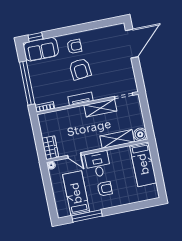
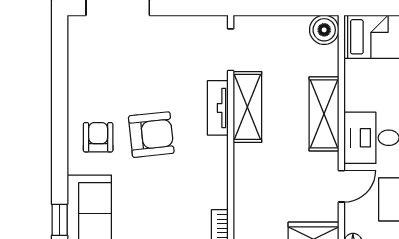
tv unit: (80, 99) -> (218, 108), moved
shelving: (117, 139) -> (324, 114), moved

